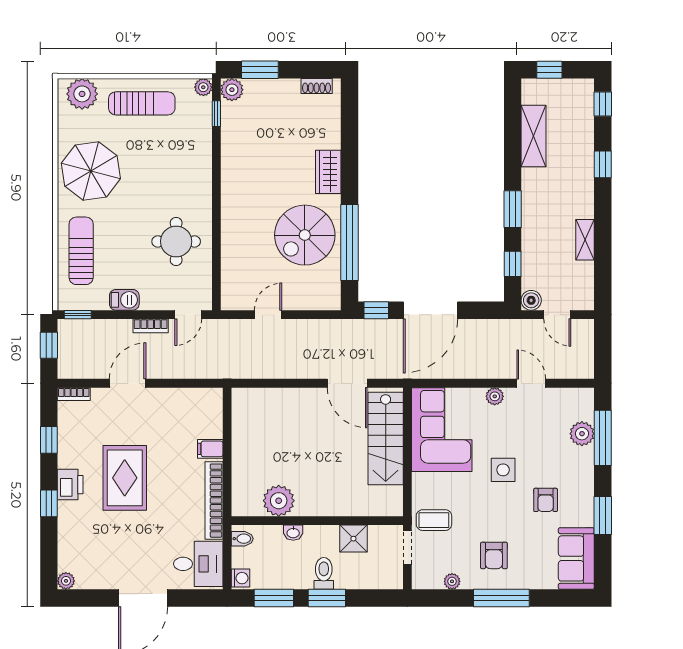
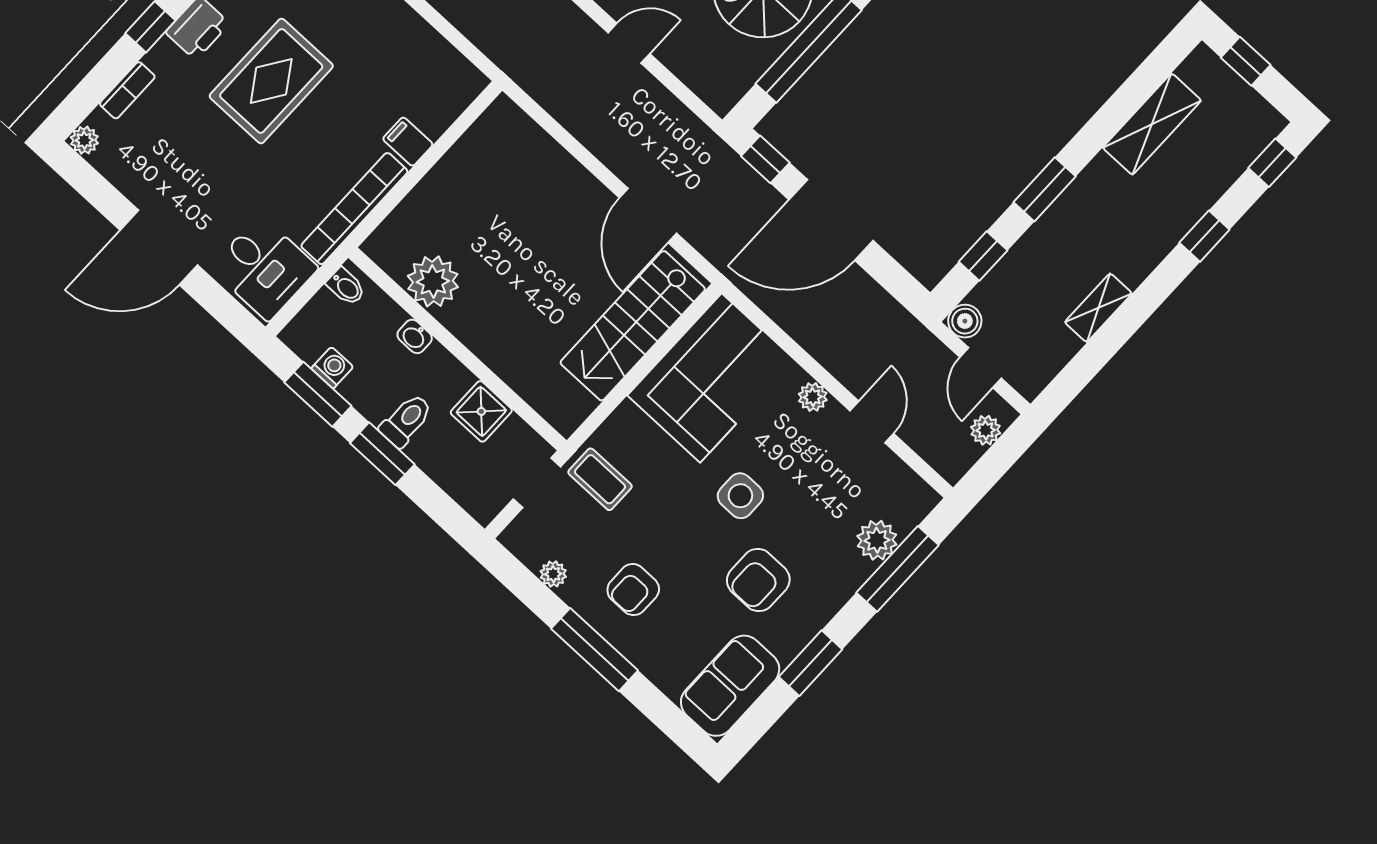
plant: (585, 340) -> (986, 430), added
armchair: (546, 500) -> (758, 580), width x1.38, depth x1.38
bookcase: (65, 541) -> (127, 90), added
washing machine: (241, 578) -> (332, 368), moved, turned -90

